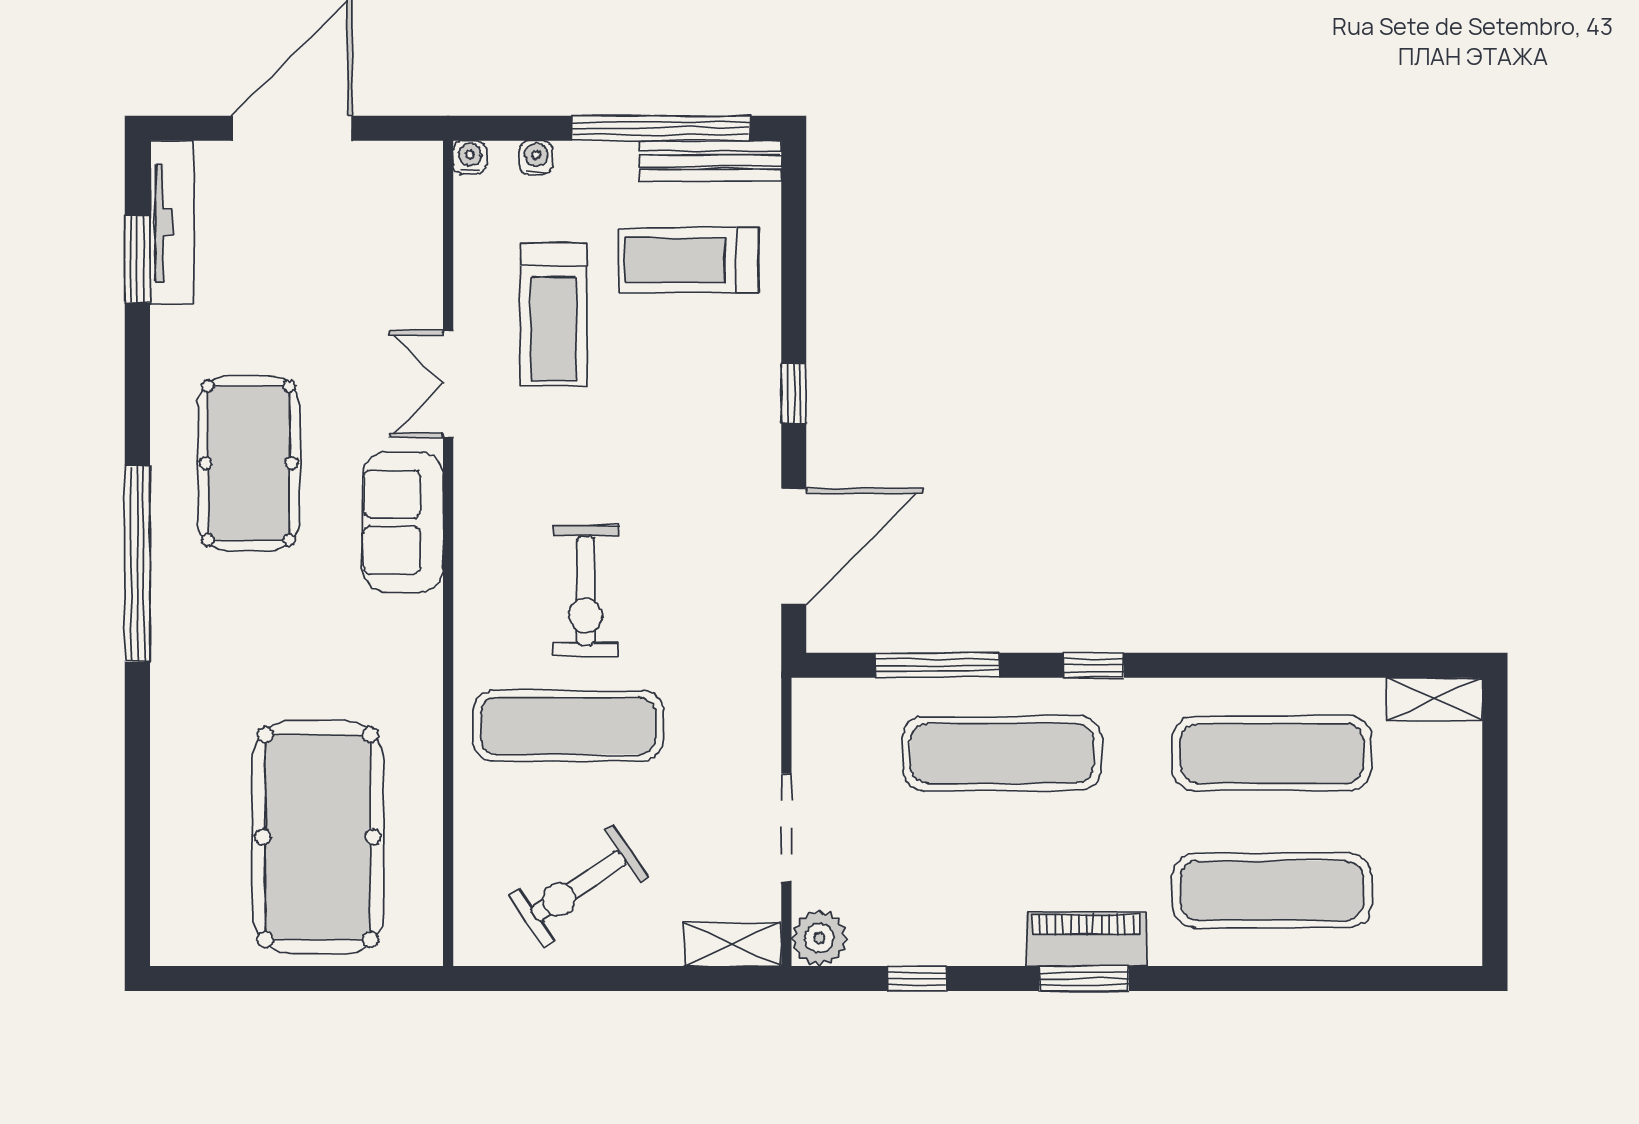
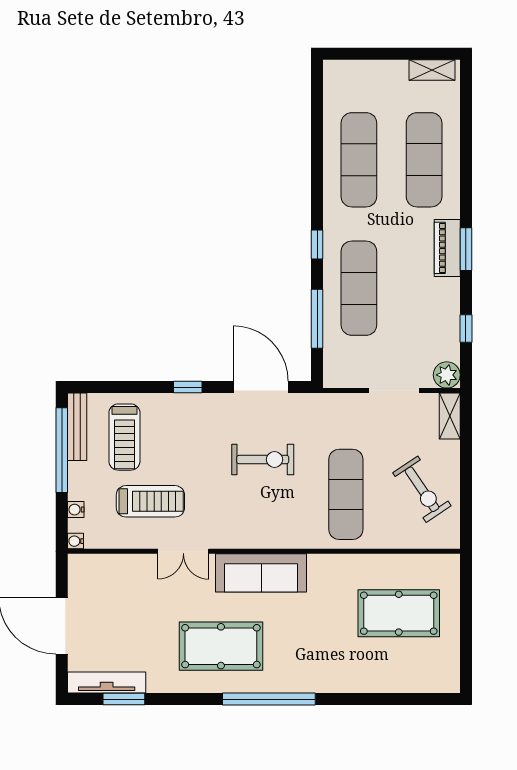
sofa: (403, 522) -> (261, 573), width x1.36
exercise bike: (586, 591) -> (263, 460), moved
shelving: (1435, 699) -> (432, 70), moved, turned 90
pool table: (318, 837) -> (399, 613), width x0.73, depth x0.76

